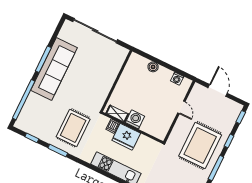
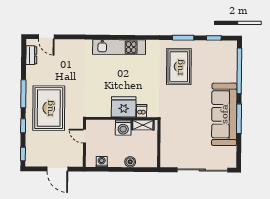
shelving: (117, 114) -> (143, 125), moved
washing machine: (135, 119) -> (123, 128), moved
dishwasher: (113, 126) -> (142, 111), moved
wall: (132, 128) -> (122, 118), moved
fridge: (126, 137) -> (124, 107), moved

